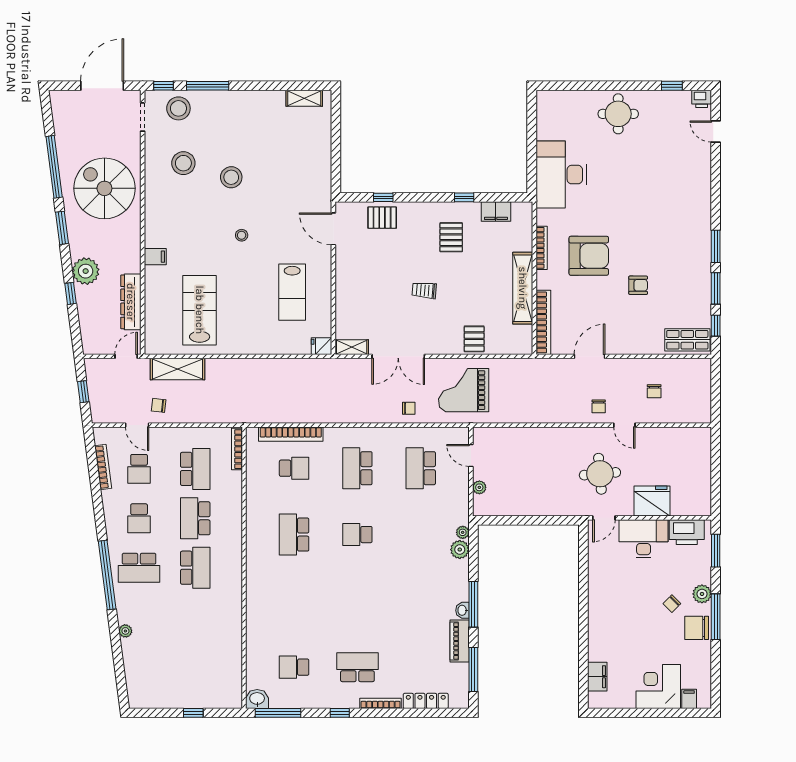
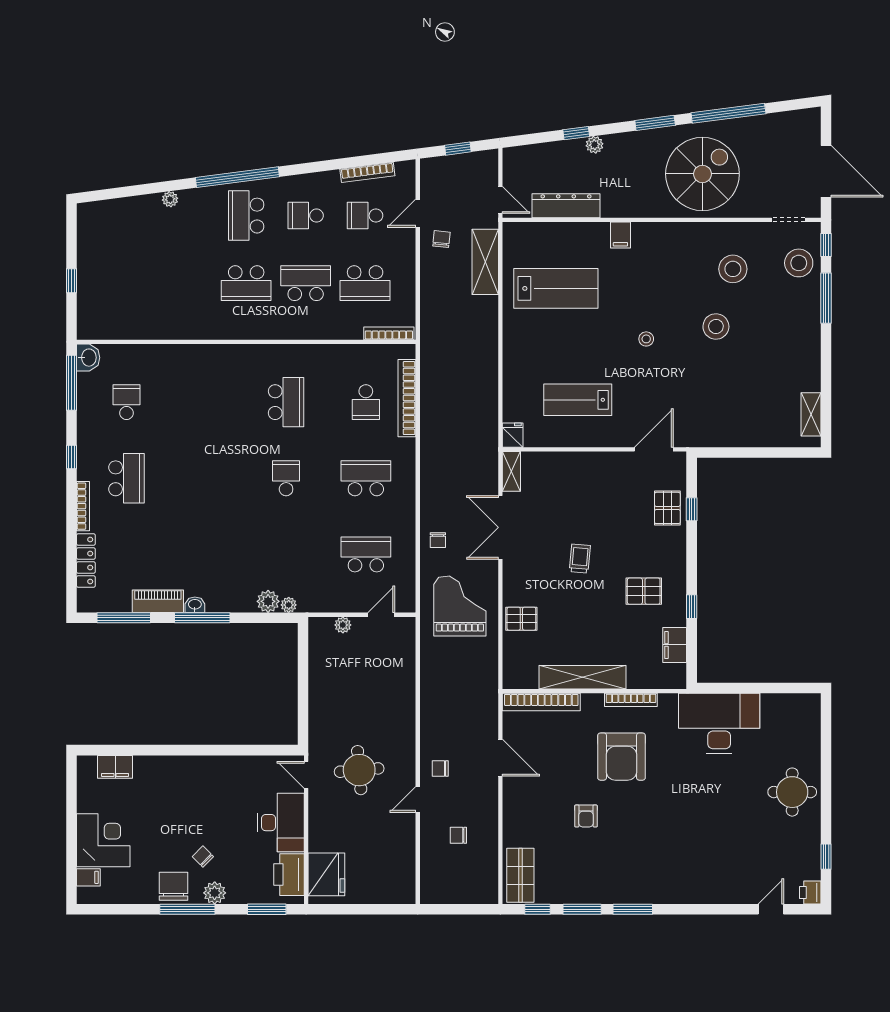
plant: (86, 271) -> (595, 145), width x0.53, depth x0.53
fridge: (652, 501) -> (326, 874), moved
school desk: (294, 535) -> (286, 402), turned 90

